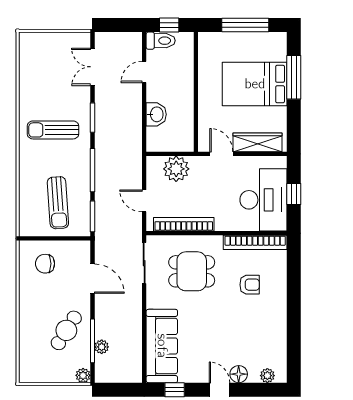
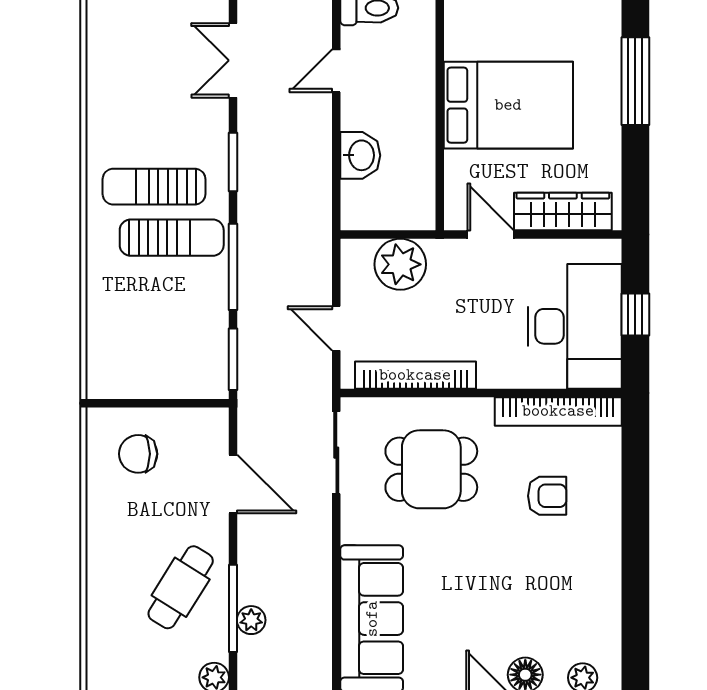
bed: (255, 84) -> (508, 105), moved, turned 180
sun lounger: (58, 203) -> (172, 238), moved, turned -86

